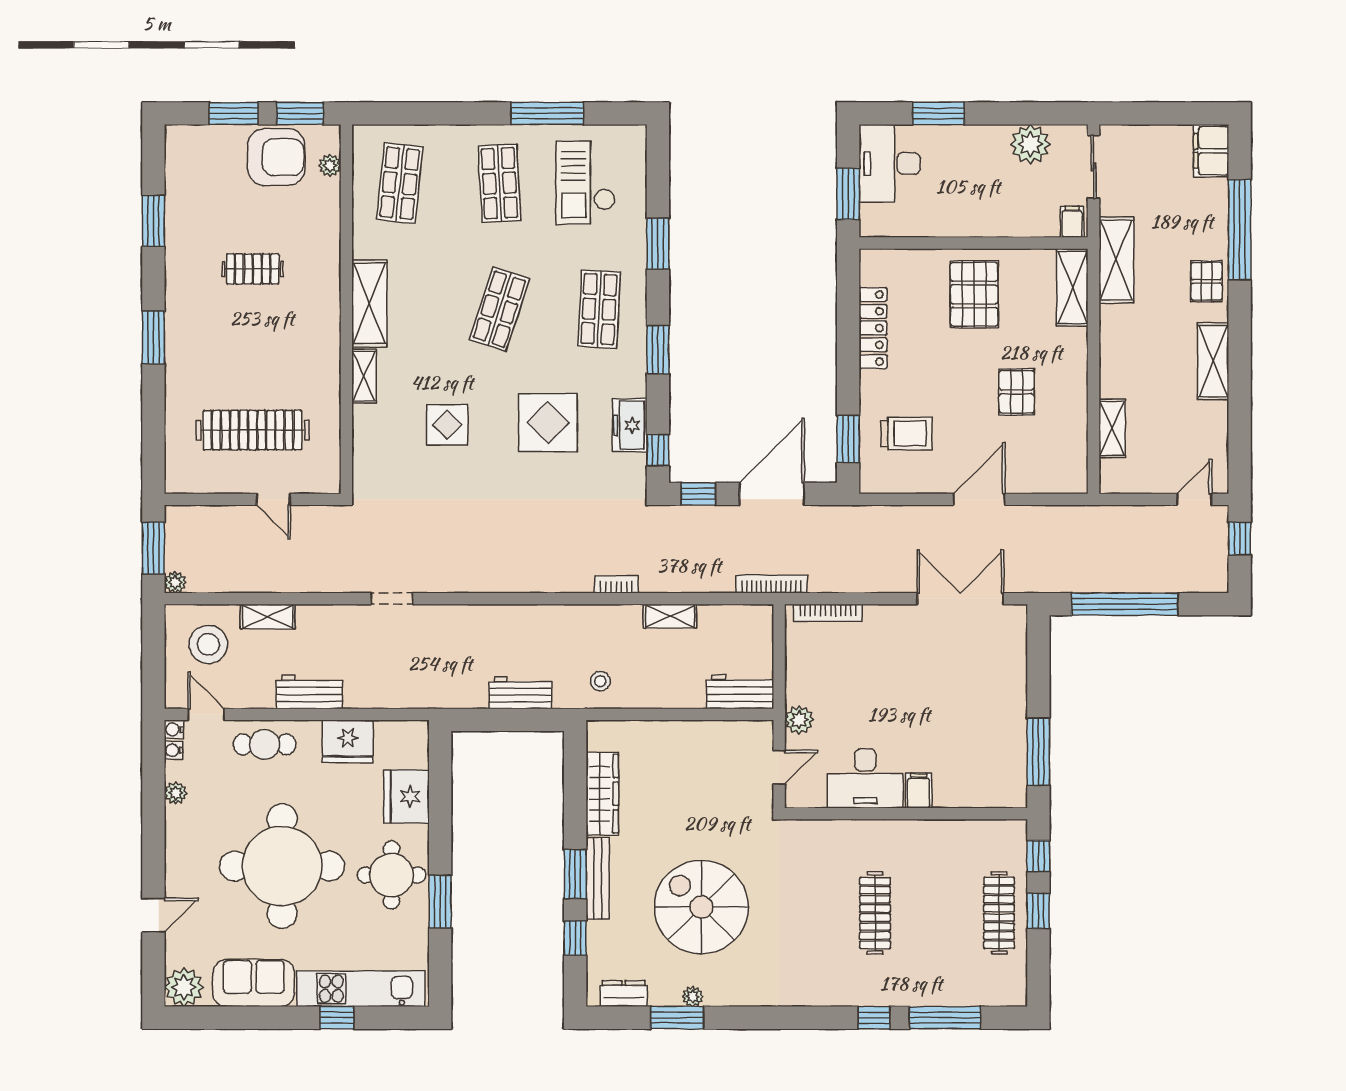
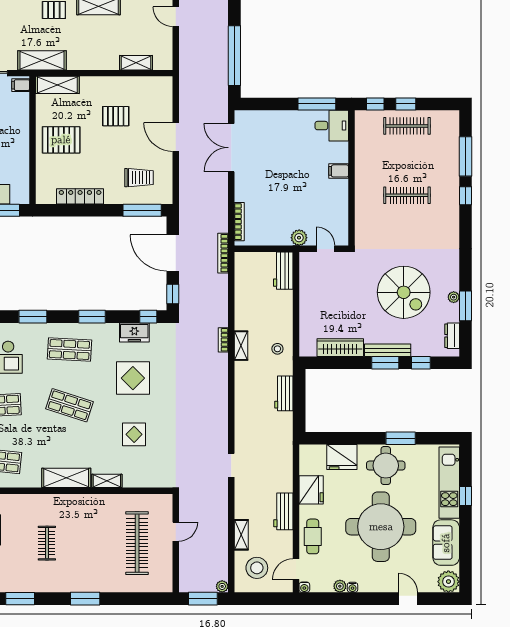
trolley: (907, 434) -> (139, 178), turned 90
window: (848, 439) -> (142, 210), width x1.44
shelving: (670, 616) -> (241, 346), moved
water cooler: (174, 750) -> (353, 587), moved
desk: (865, 778) -> (332, 126), moved, width x0.73
spiral stairs: (701, 907) -> (404, 292), turned -90

